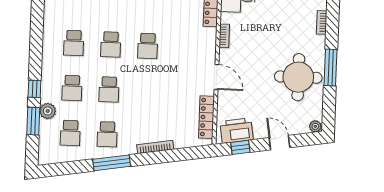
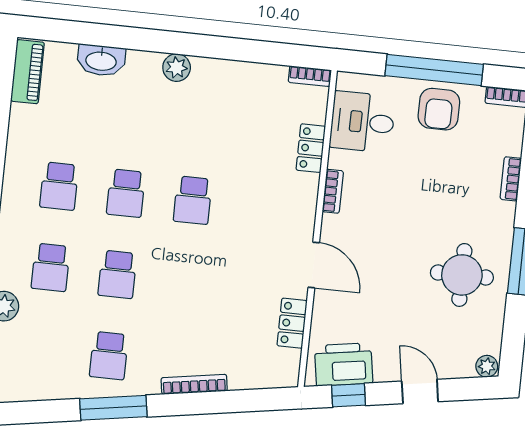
round table: (298, 77) -> (462, 275), width x0.73, depth x0.73
locker: (206, 117) -> (292, 323), width x0.66
school desk: (70, 133) -> (42, 349), removed

